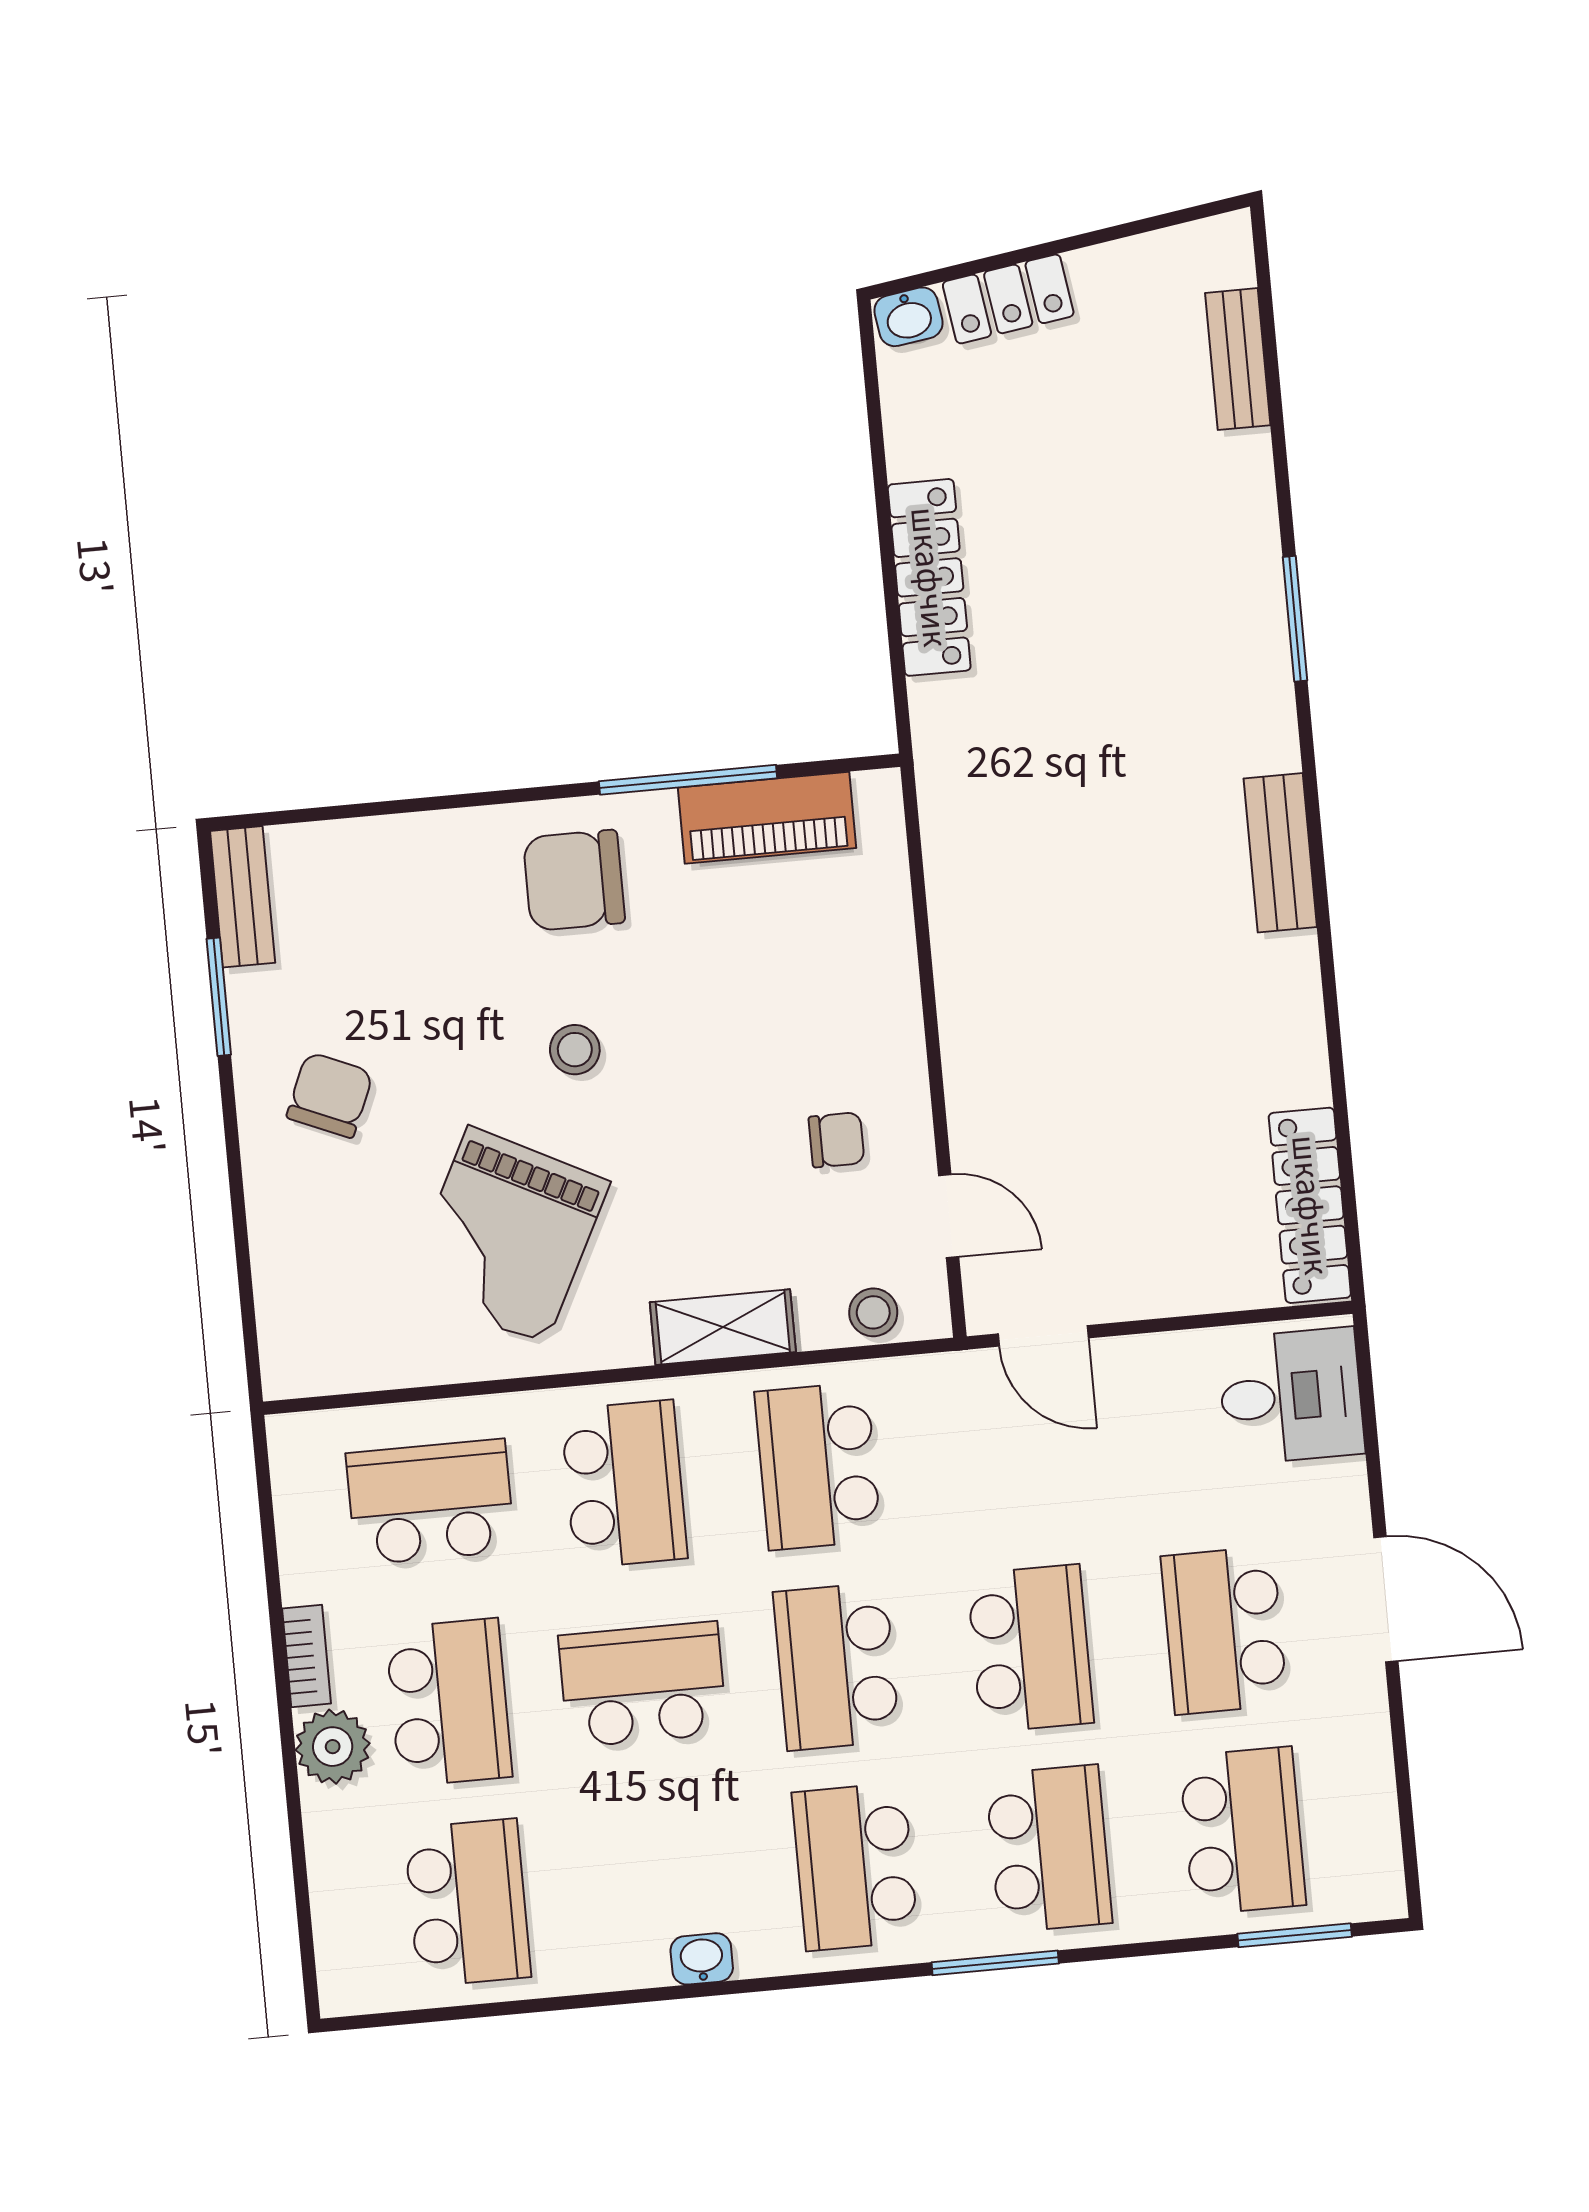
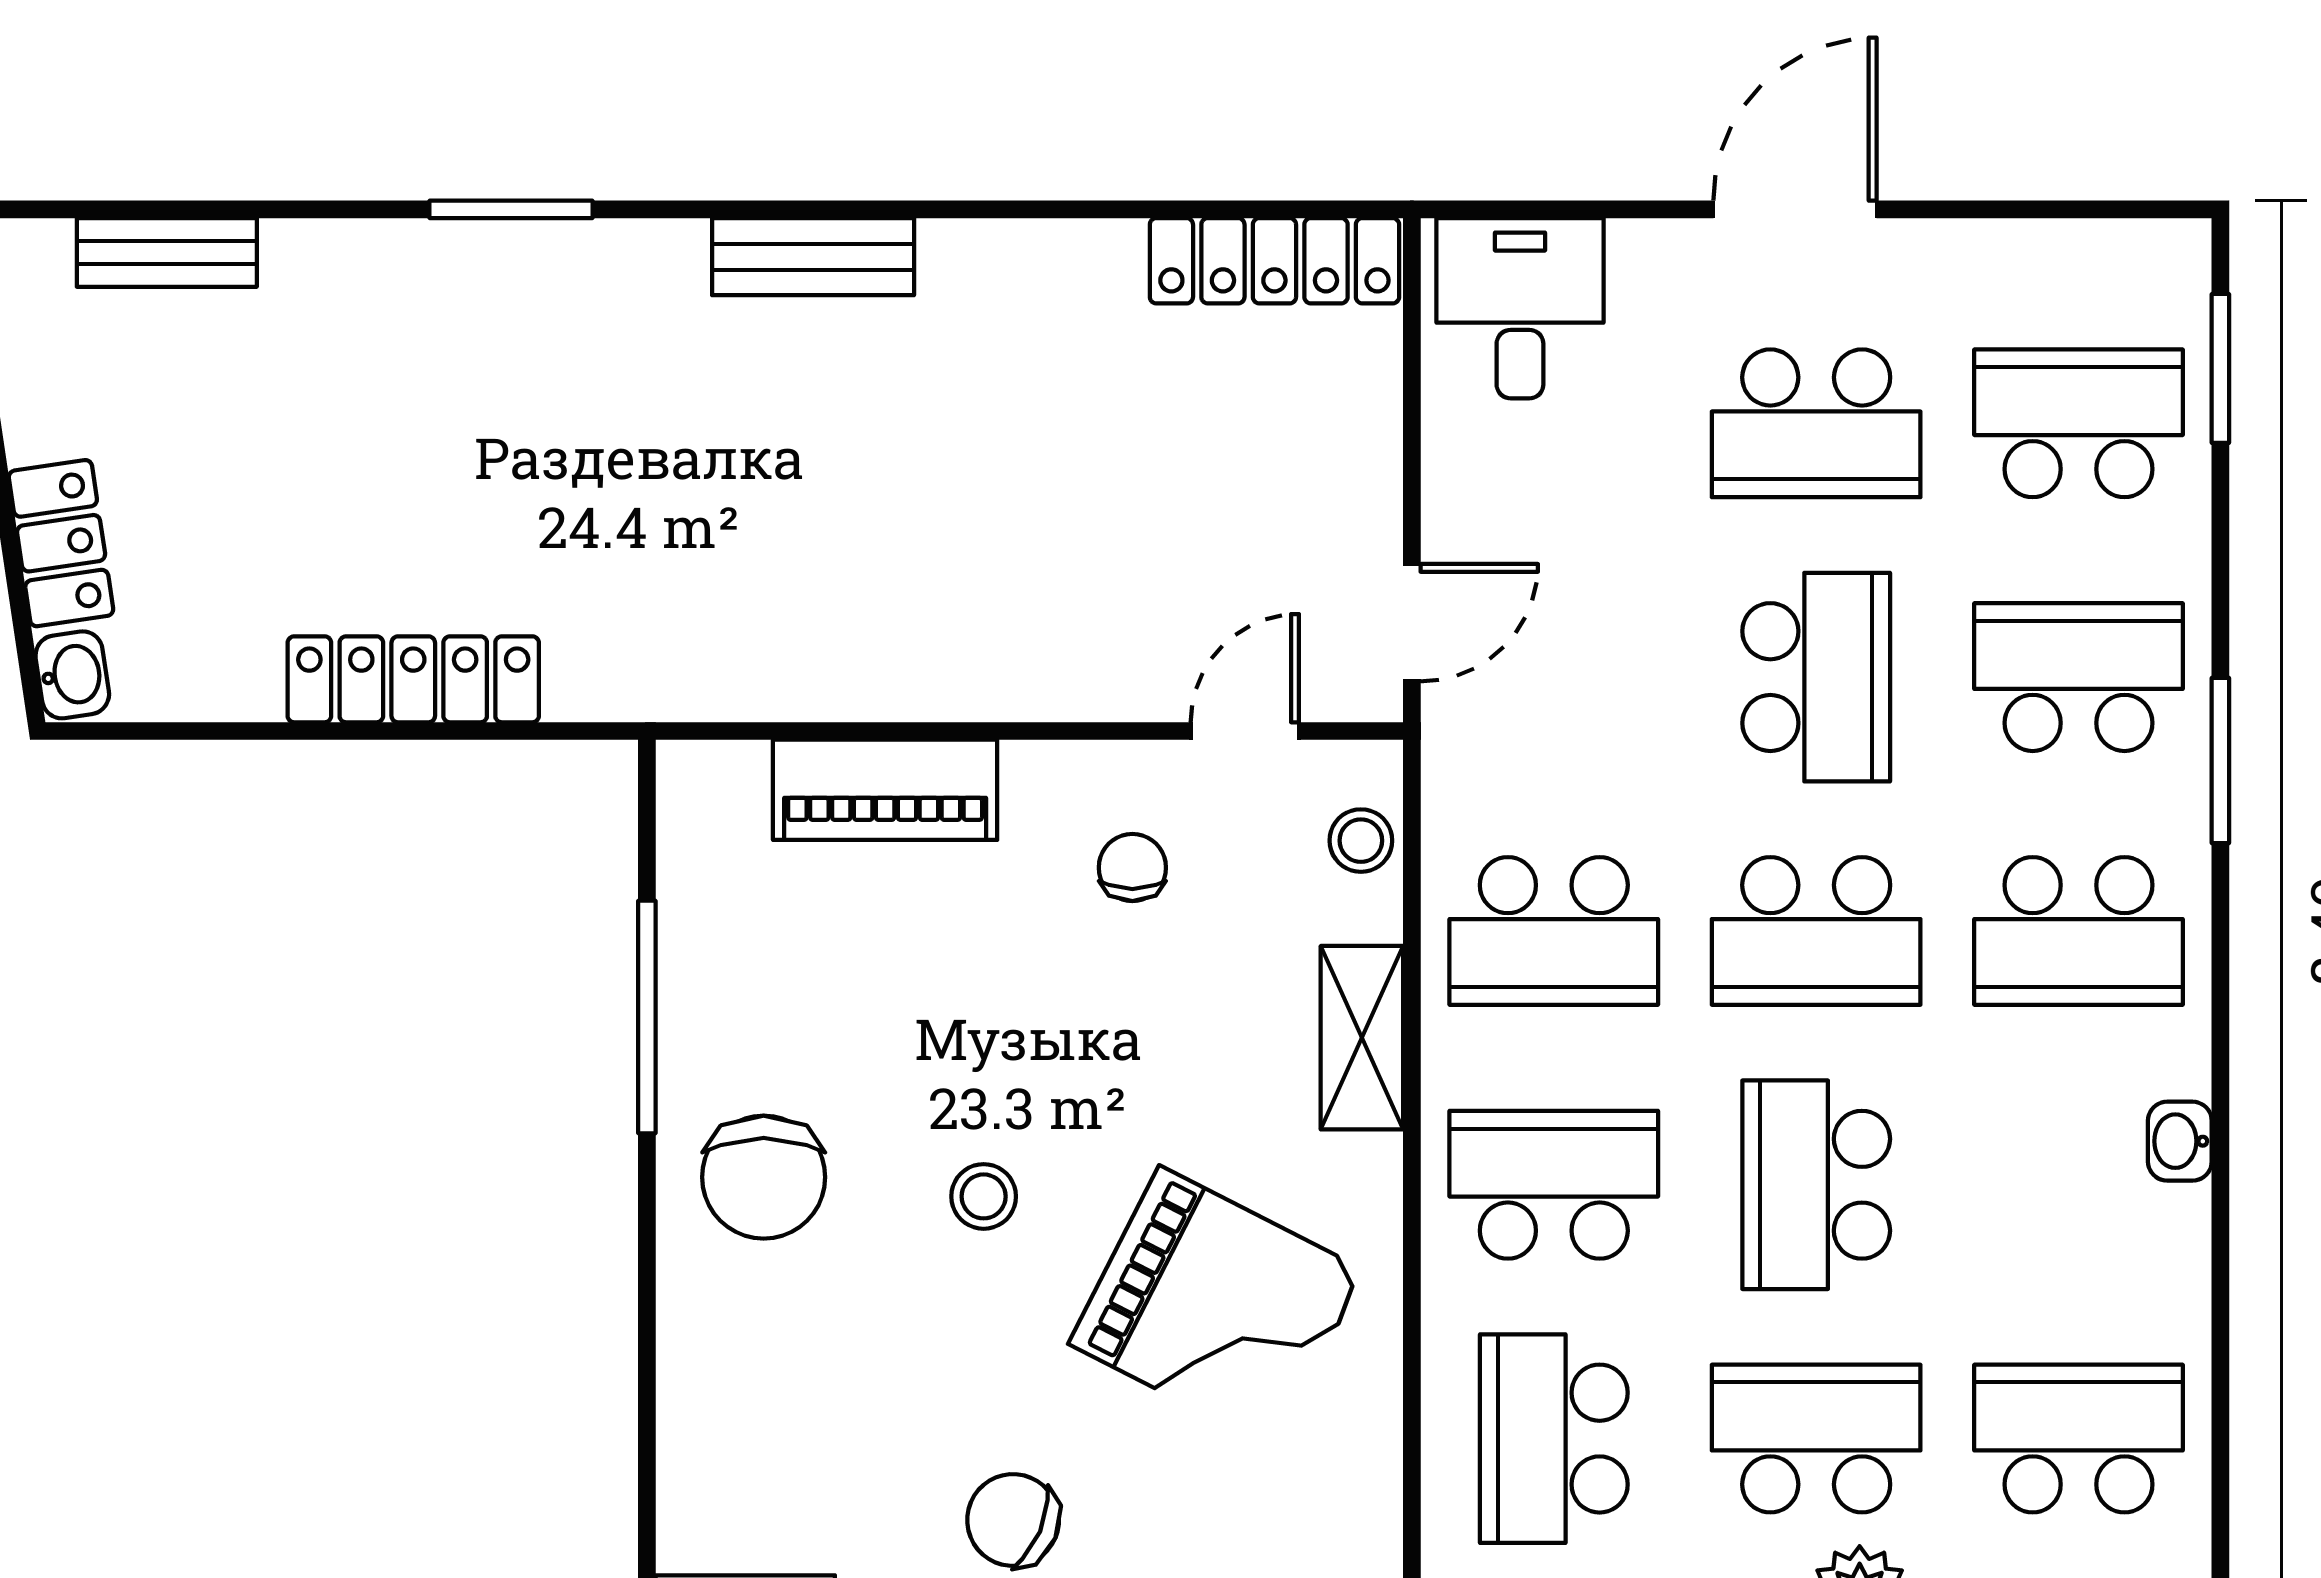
piano: (767, 818) -> (885, 790), moved, turned 90
school desk: (1030, 1648) -> (1816, 677), turned 90

